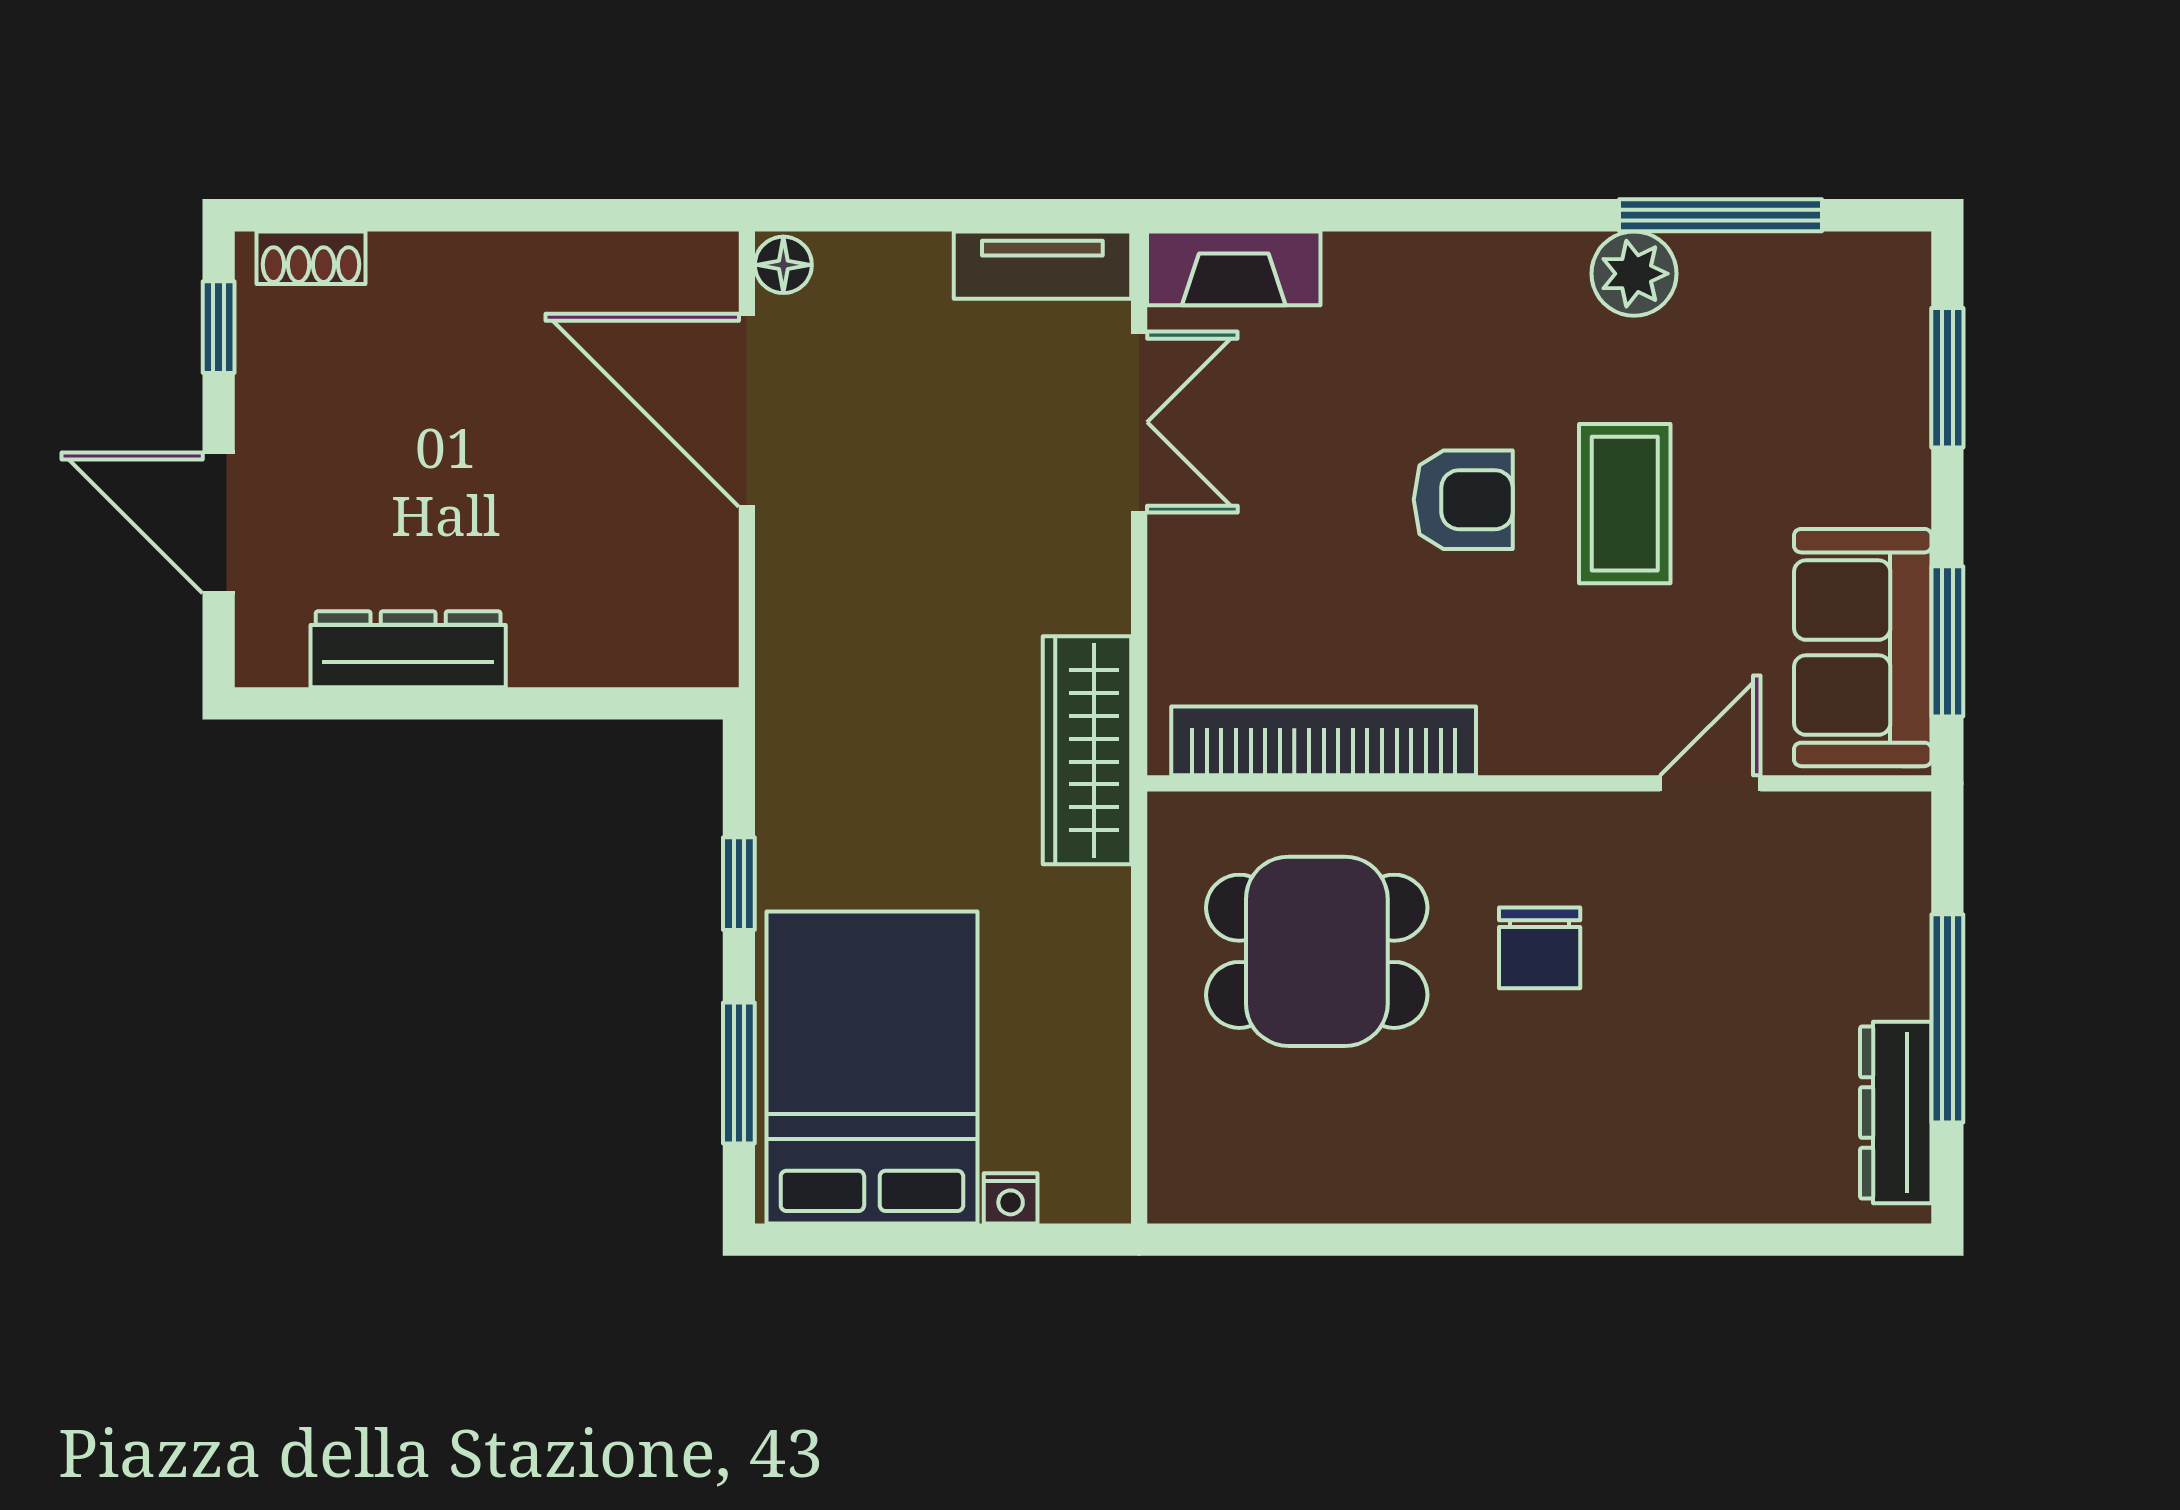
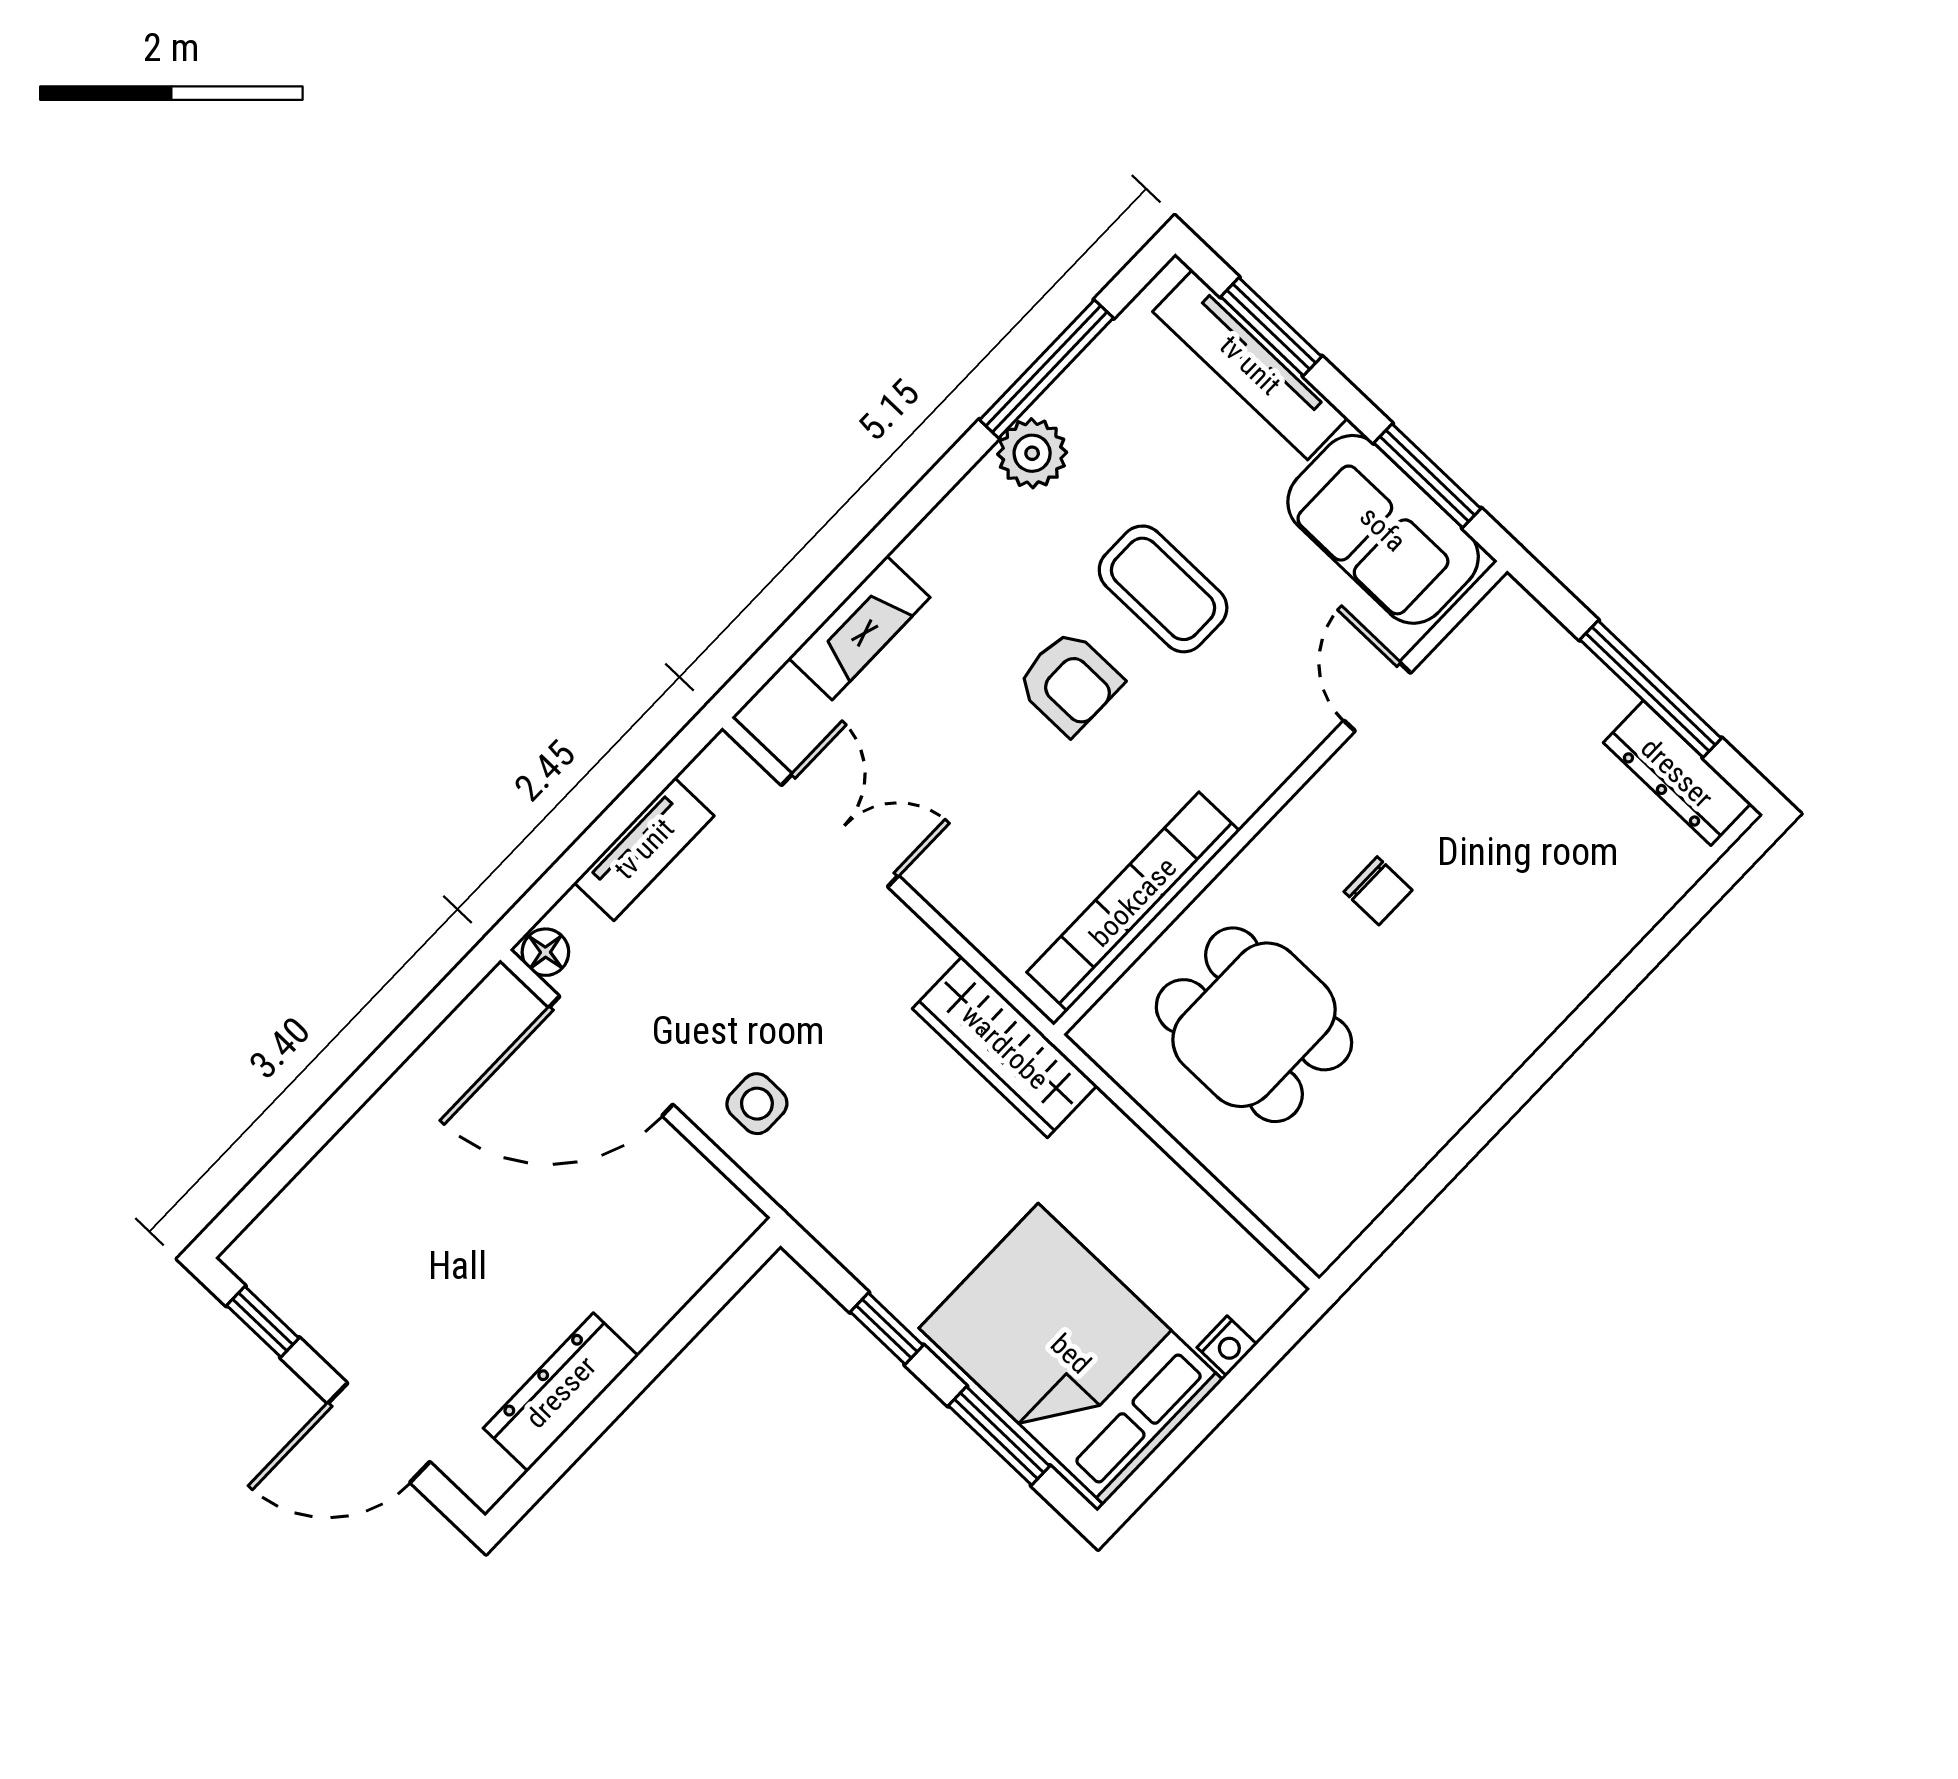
shoe rack: (311, 258) -> (274, 1228), removed
tv unit: (1042, 265) -> (644, 849), moved
fireplace: (1234, 268) -> (859, 628), moved
tv unit: (1896, 391) -> (1250, 365), added
armchair: (1463, 500) -> (1069, 682), turned 90
side table: (828, 579) -> (757, 1104), added
chair: (1540, 948) -> (1378, 891), width x0.73, depth x0.73
dining table: (1317, 951) -> (1254, 1025), turned 90

